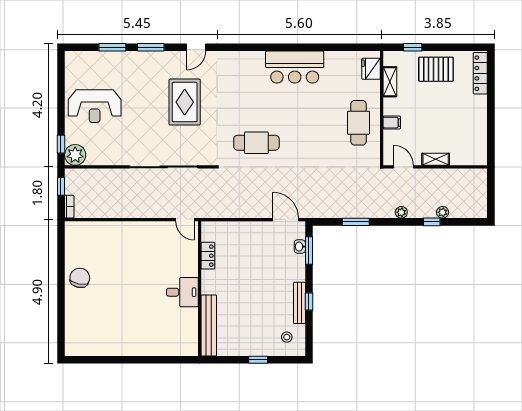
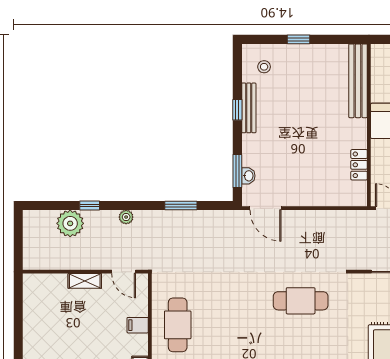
plant: (443, 212) -> (70, 223), width x1.87, depth x1.87

